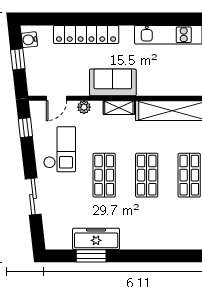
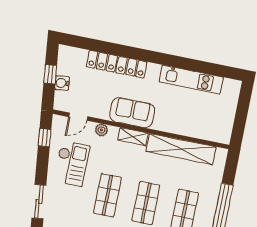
water cooler: (29, 40) -> (62, 83), moved

